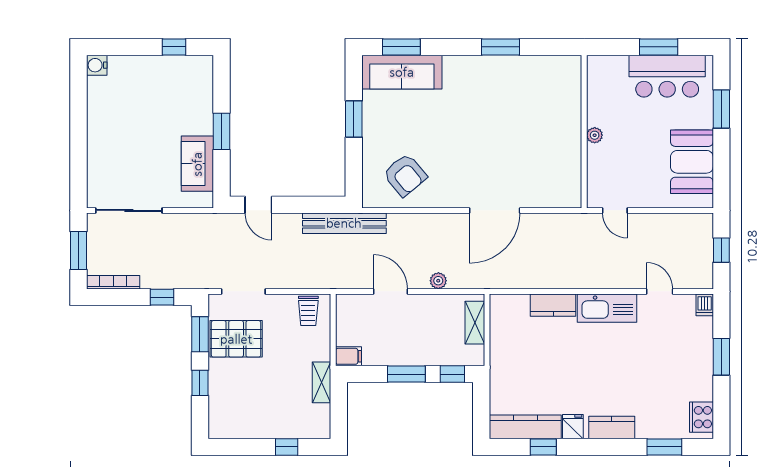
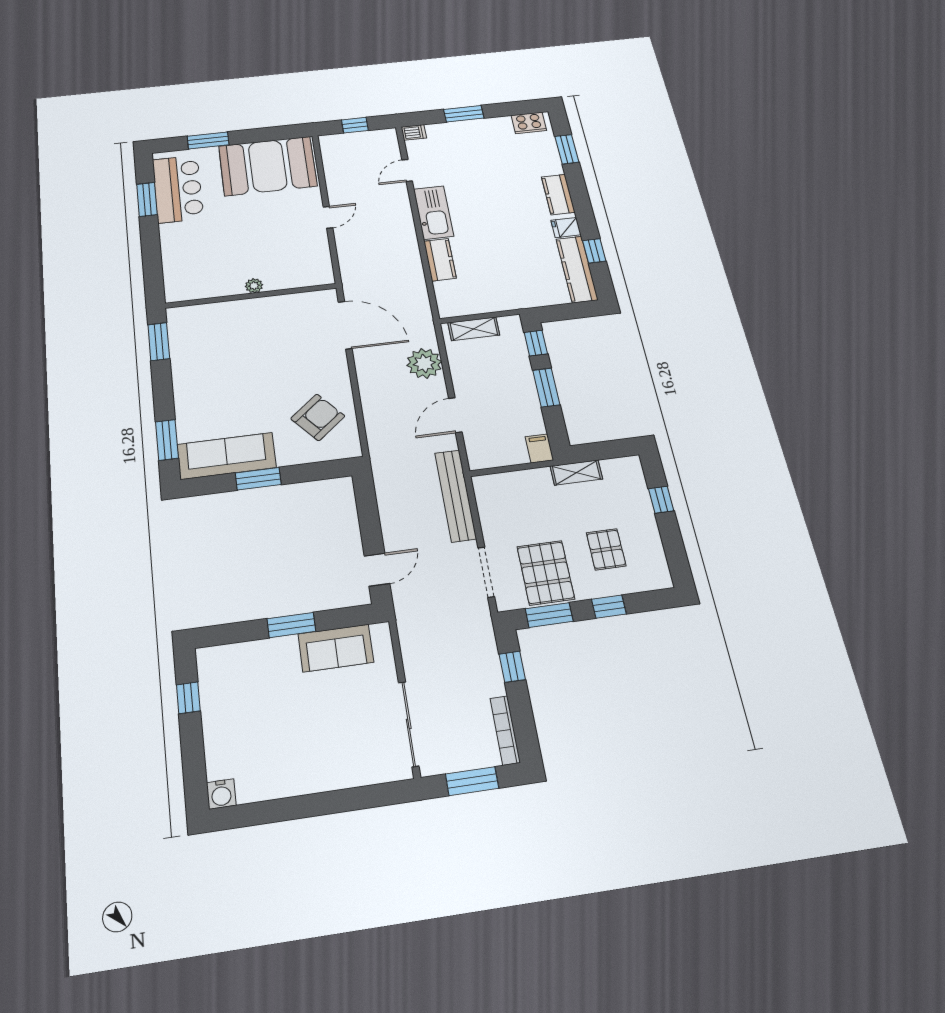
sofa: (402, 72) -> (227, 456), moved, turned -90
wall: (584, 132) -> (251, 296), moved
plant: (595, 135) -> (254, 286), moved
booth: (692, 162) -> (268, 166), width x1.36, depth x1.42
bench: (344, 223) -> (456, 495), moved
plant: (438, 281) -> (424, 363), width x1.87, depth x1.87
trolley: (308, 311) -> (495, 498), removed
pallet: (249, 392) -> (606, 549), added

